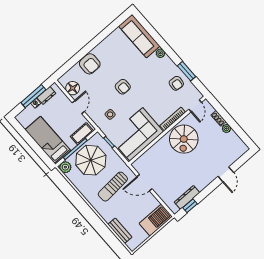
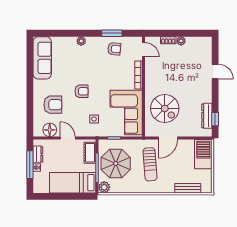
sofa: (139, 36) -> (42, 58), moved, turned -90
armchair: (90, 64) -> (53, 105), moved
spiral stairs: (184, 139) -> (165, 108), moved

